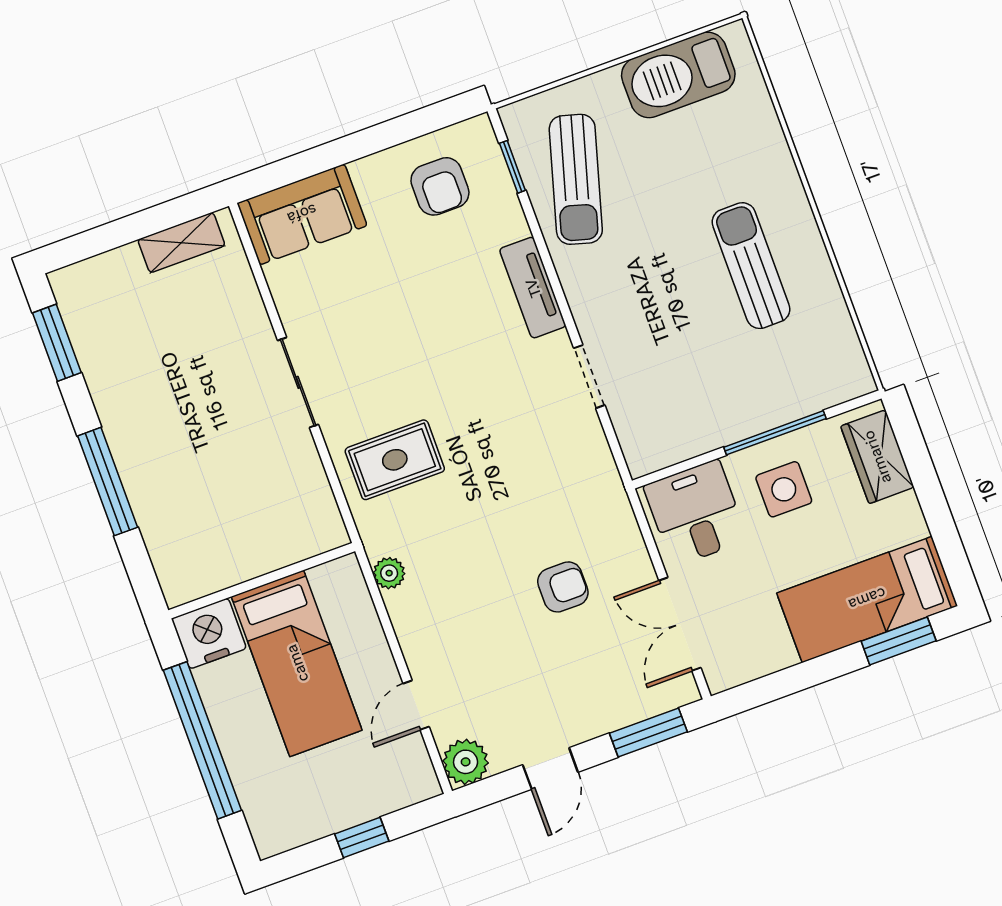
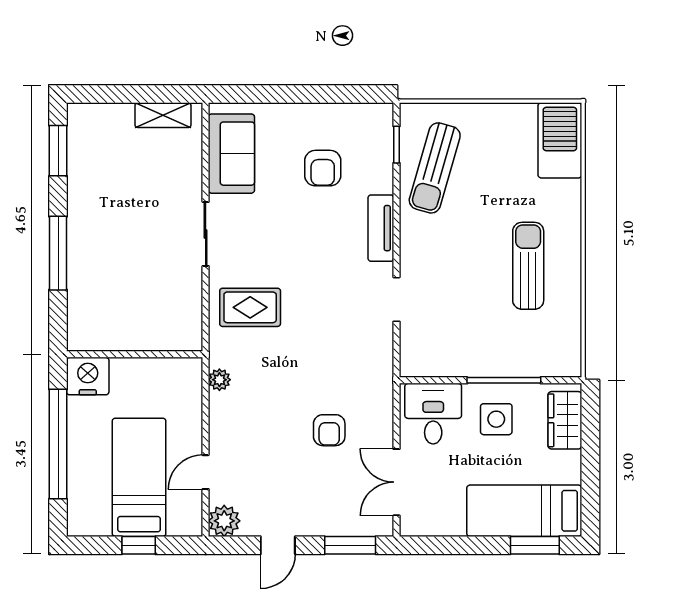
barbecue: (678, 75) -> (560, 140), moved, turned 90
armchair: (440, 186) -> (323, 168), moved
sofa: (302, 214) -> (231, 154), moved, turned -90
armchair: (563, 587) -> (329, 430), turned 90
bed: (297, 663) -> (139, 477), moved, turned 180

